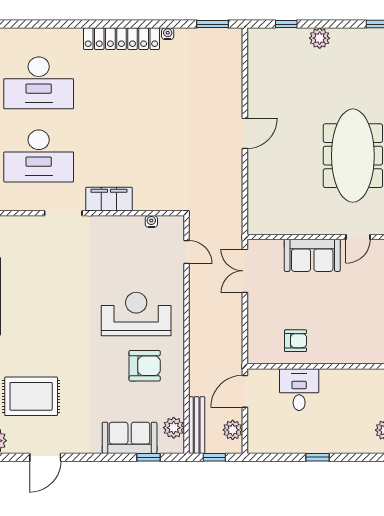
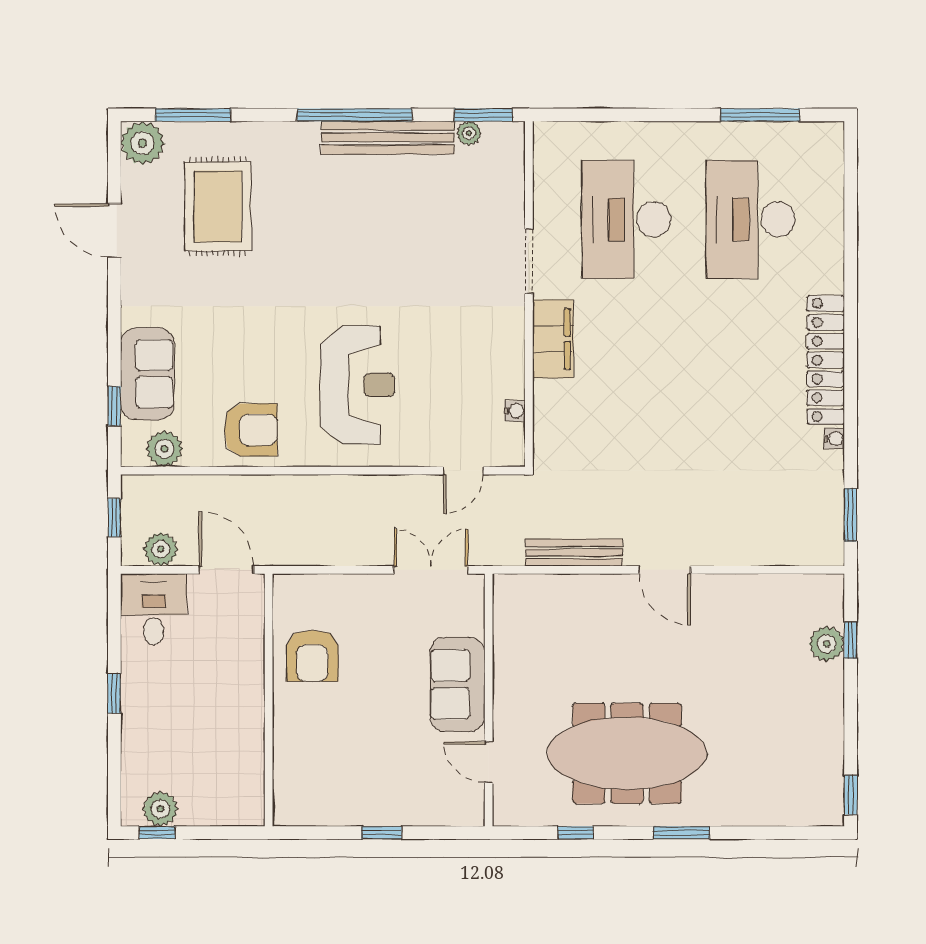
plant: (320, 38) -> (827, 644), moved
armchair: (296, 341) -> (312, 656), width x1.38, depth x1.38
armchair: (145, 366) -> (251, 430), moved, turned -90
desk: (299, 390) -> (154, 609), moved, turned -90
bench: (197, 425) -> (574, 552), moved

